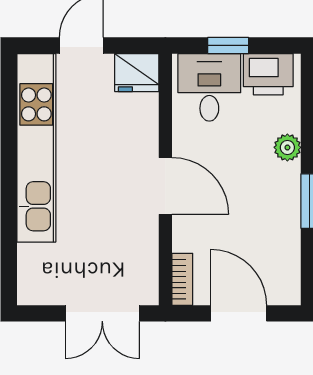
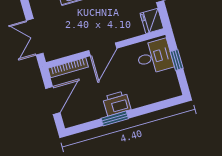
printer: (268, 74) -> (117, 103), moved, turned 90
plant: (287, 147) -> (137, 101), removed
bookcase: (182, 279) -> (68, 68), width x1.56

